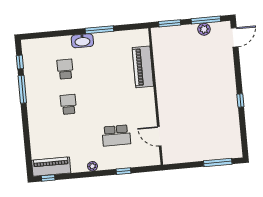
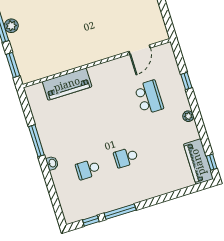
washbasin: (82, 41) -> (52, 163), width x0.52, depth x0.69

